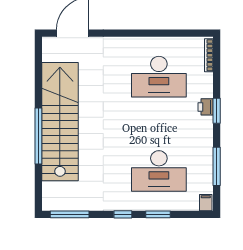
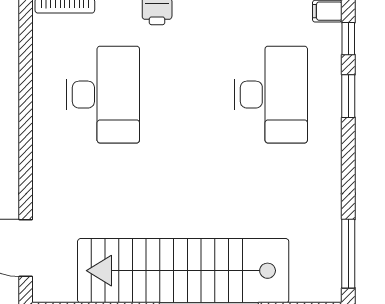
window: (123, 214) -> (348, 39), moved

